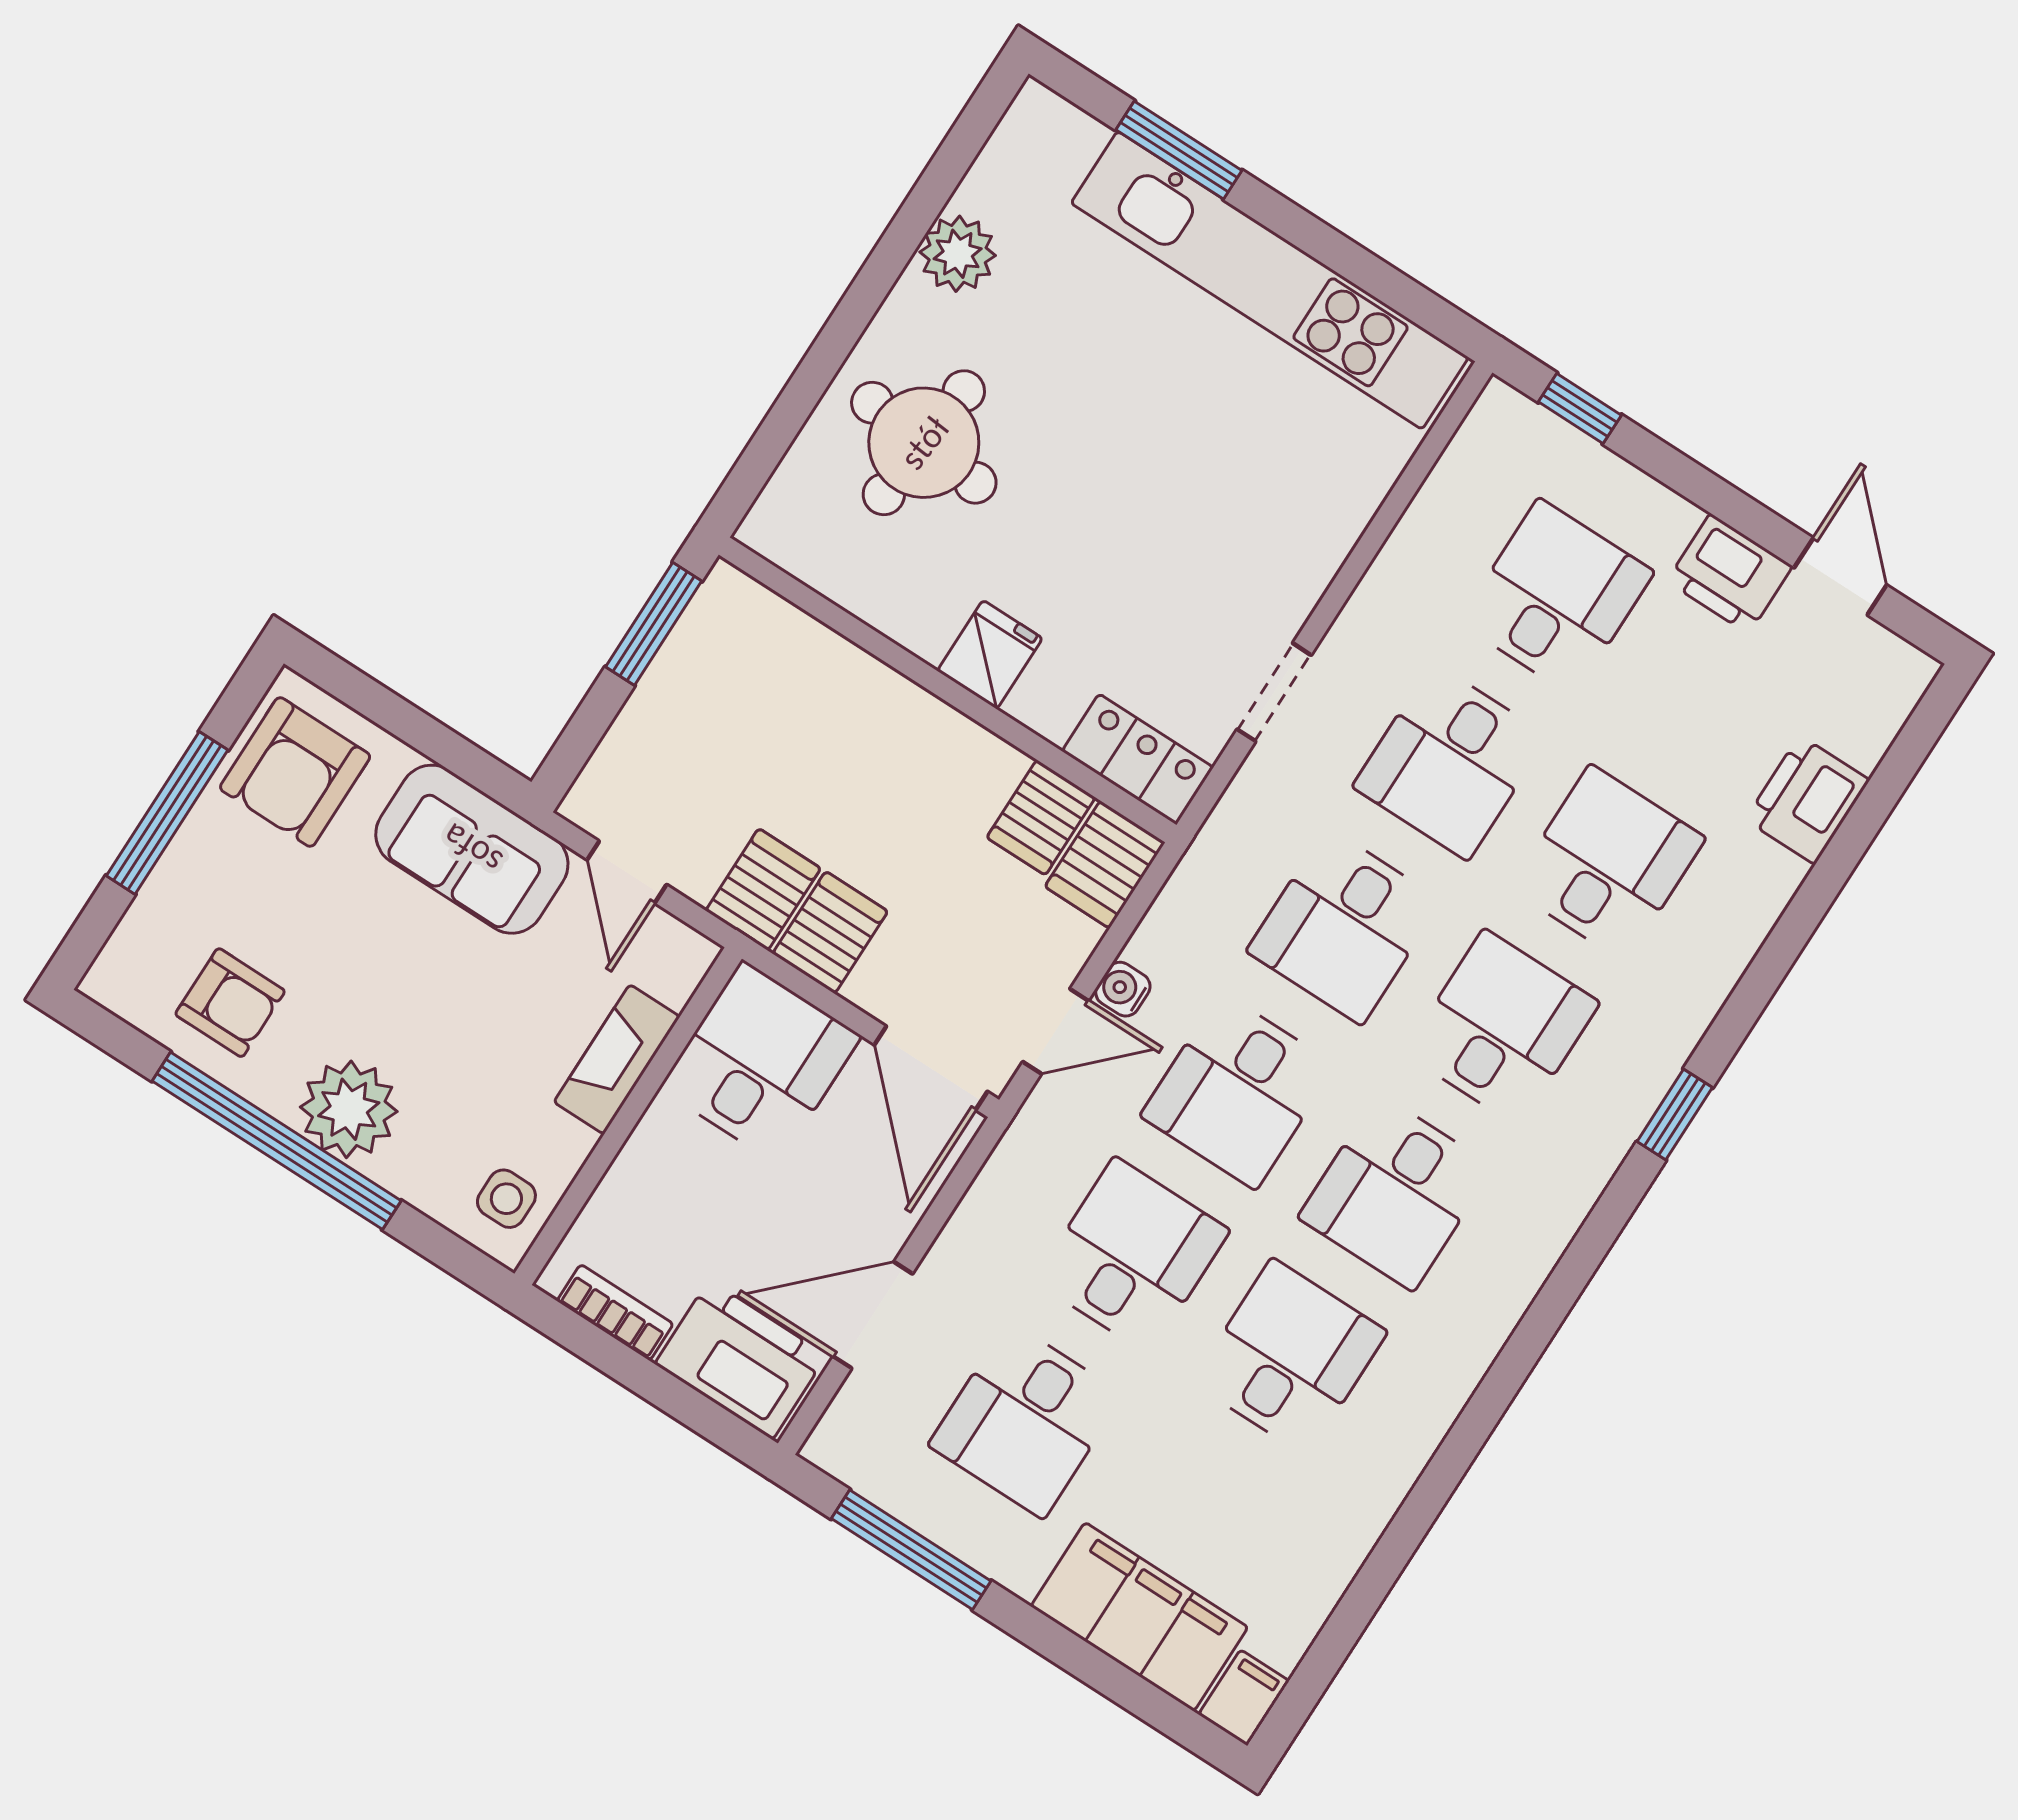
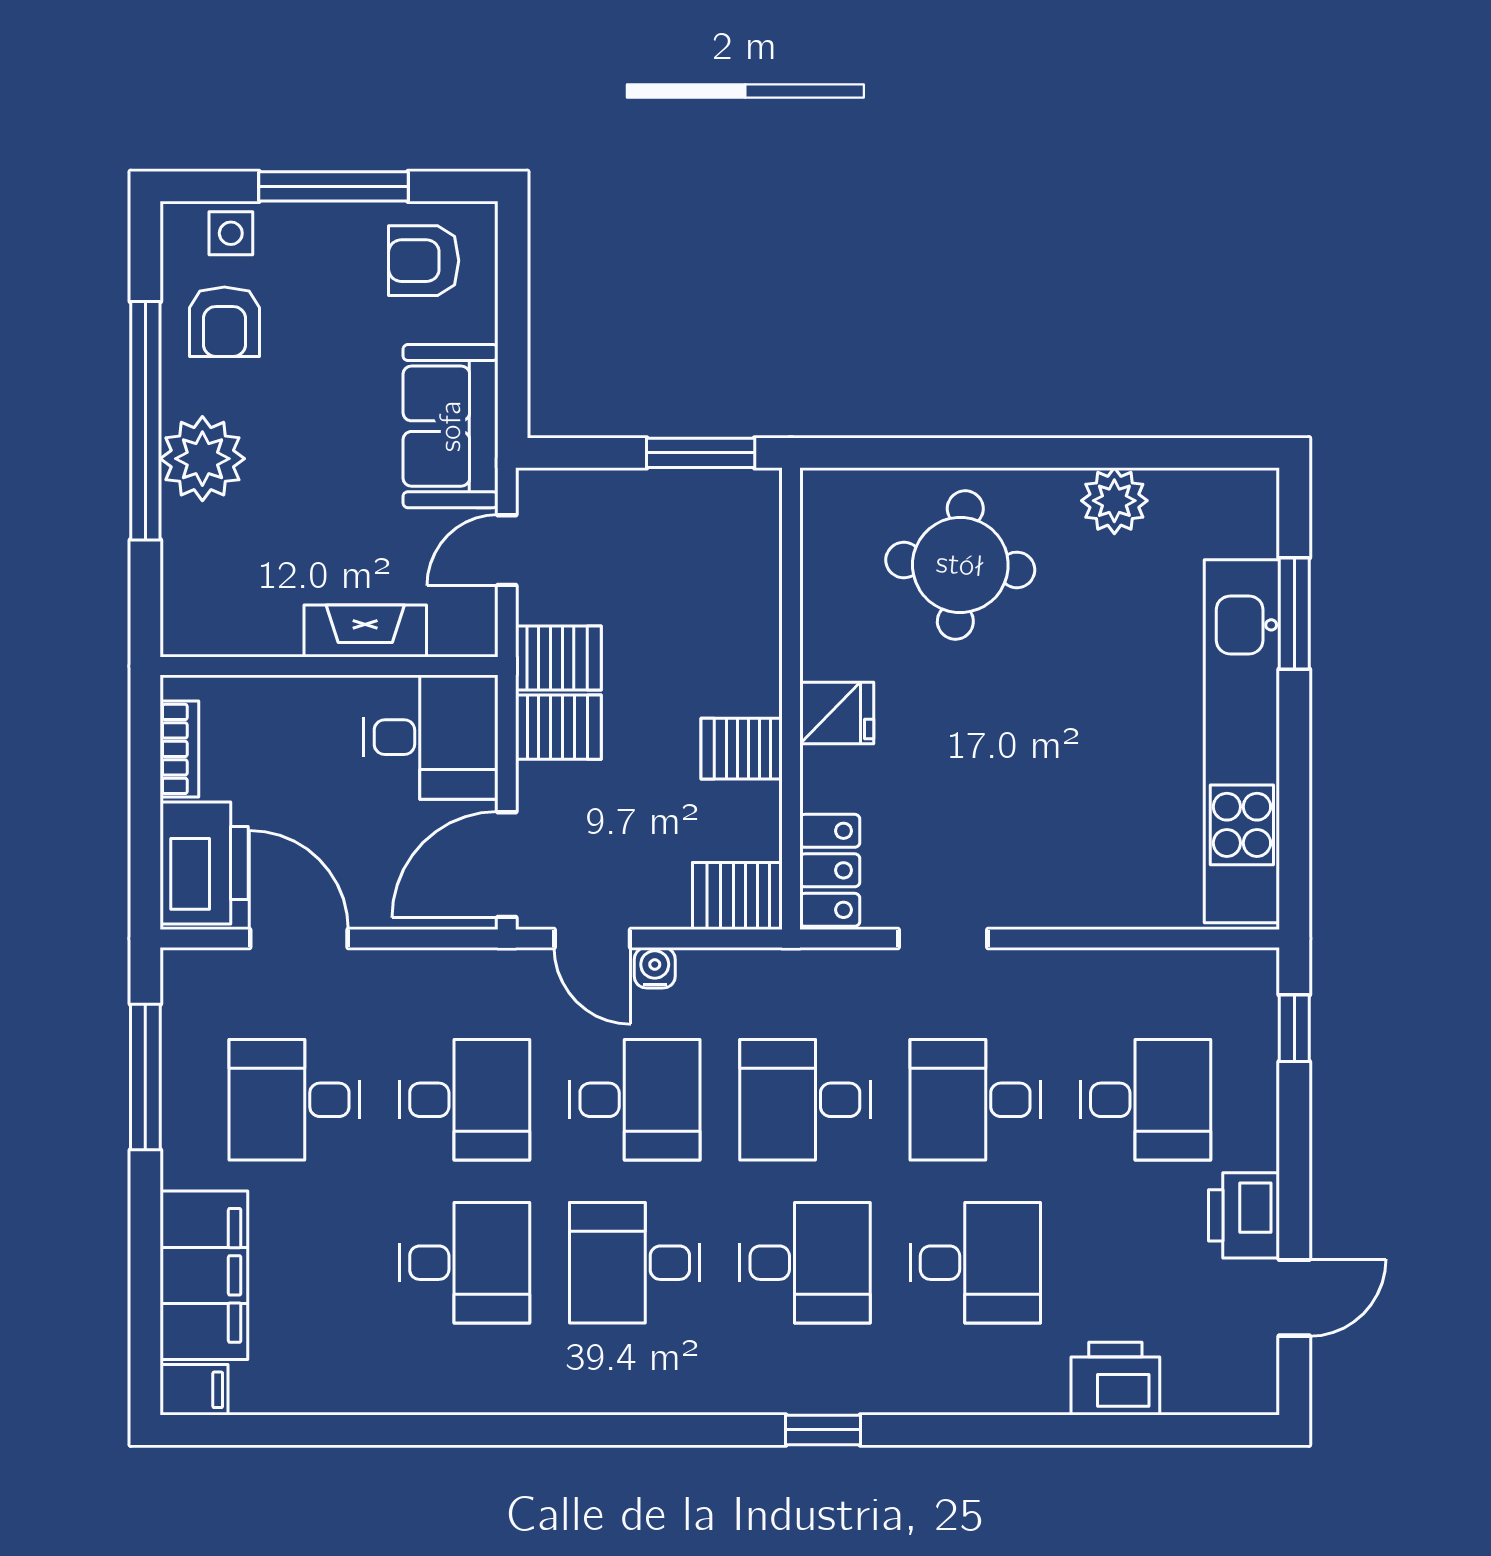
armchair: (295, 772) -> (424, 261), width x0.72, depth x0.72
server rack: (1041, 818) -> (742, 749), moved
desk: (1238, 1091) -> (635, 1100), turned 180
side table: (506, 1199) -> (231, 233), moved

